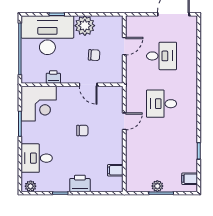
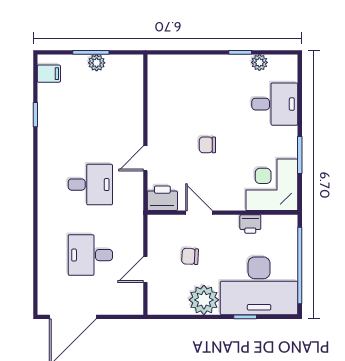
filing cabinet: (115, 170) -> (159, 86), removed
printer: (80, 183) -> (162, 198), moved, turned 180
plant: (31, 186) -> (259, 62), moved

